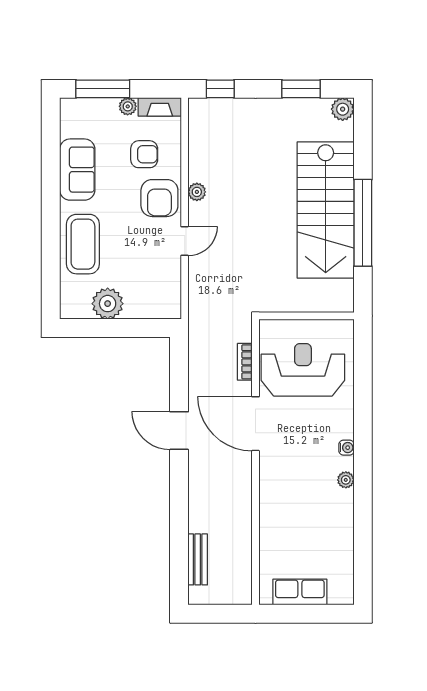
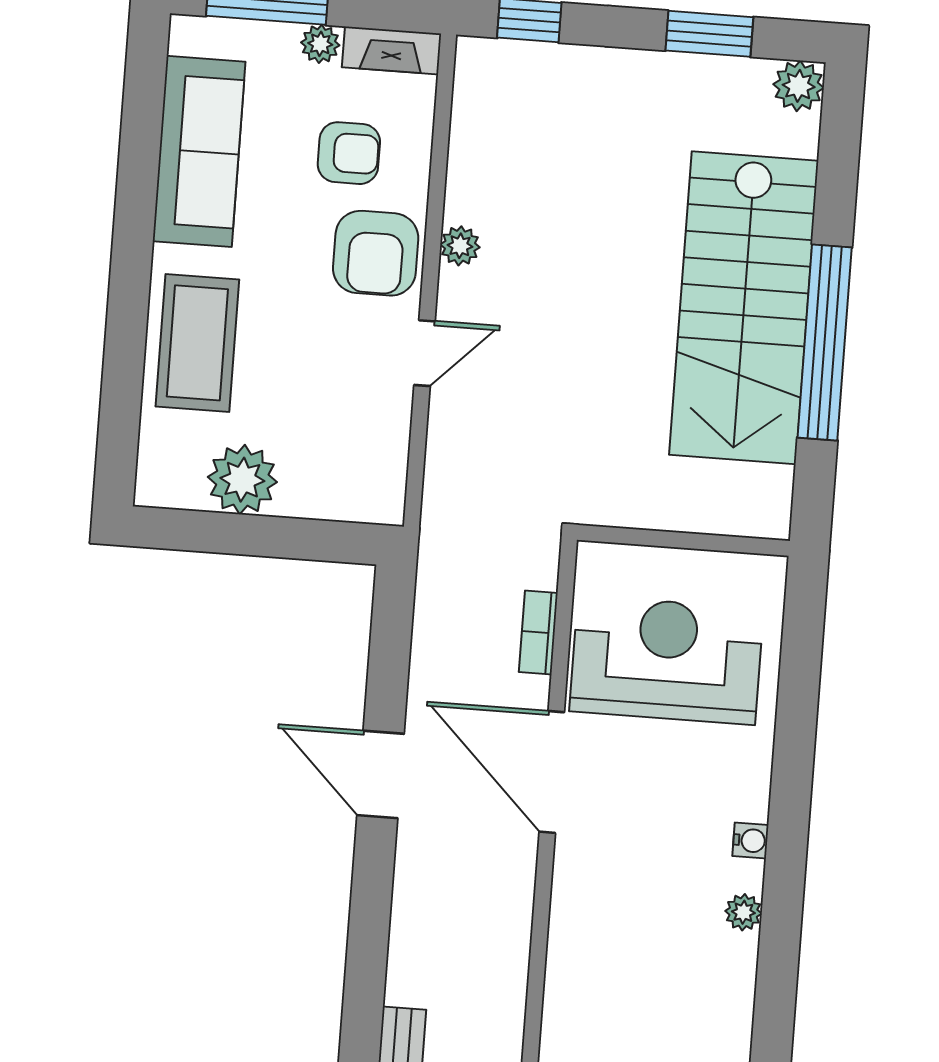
sofa: (77, 170) -> (199, 151), width x1.36

